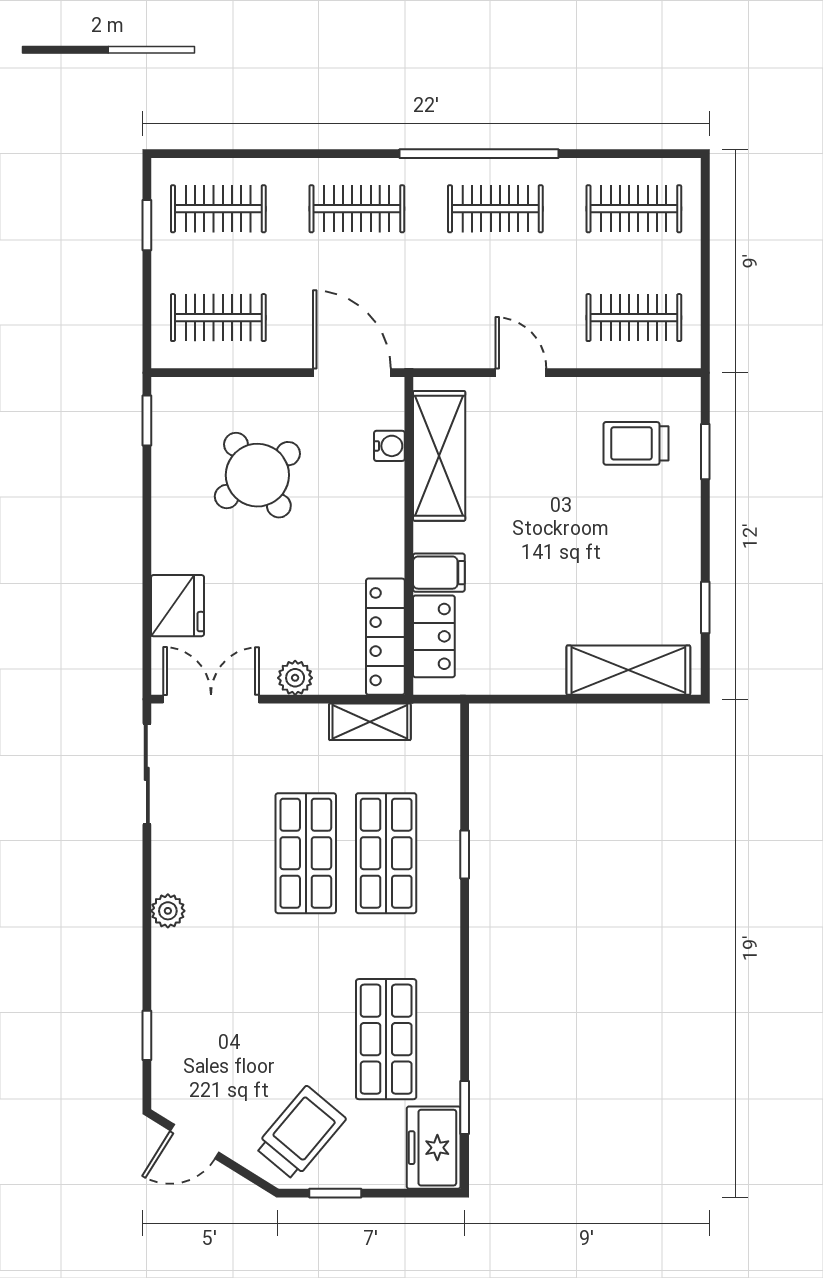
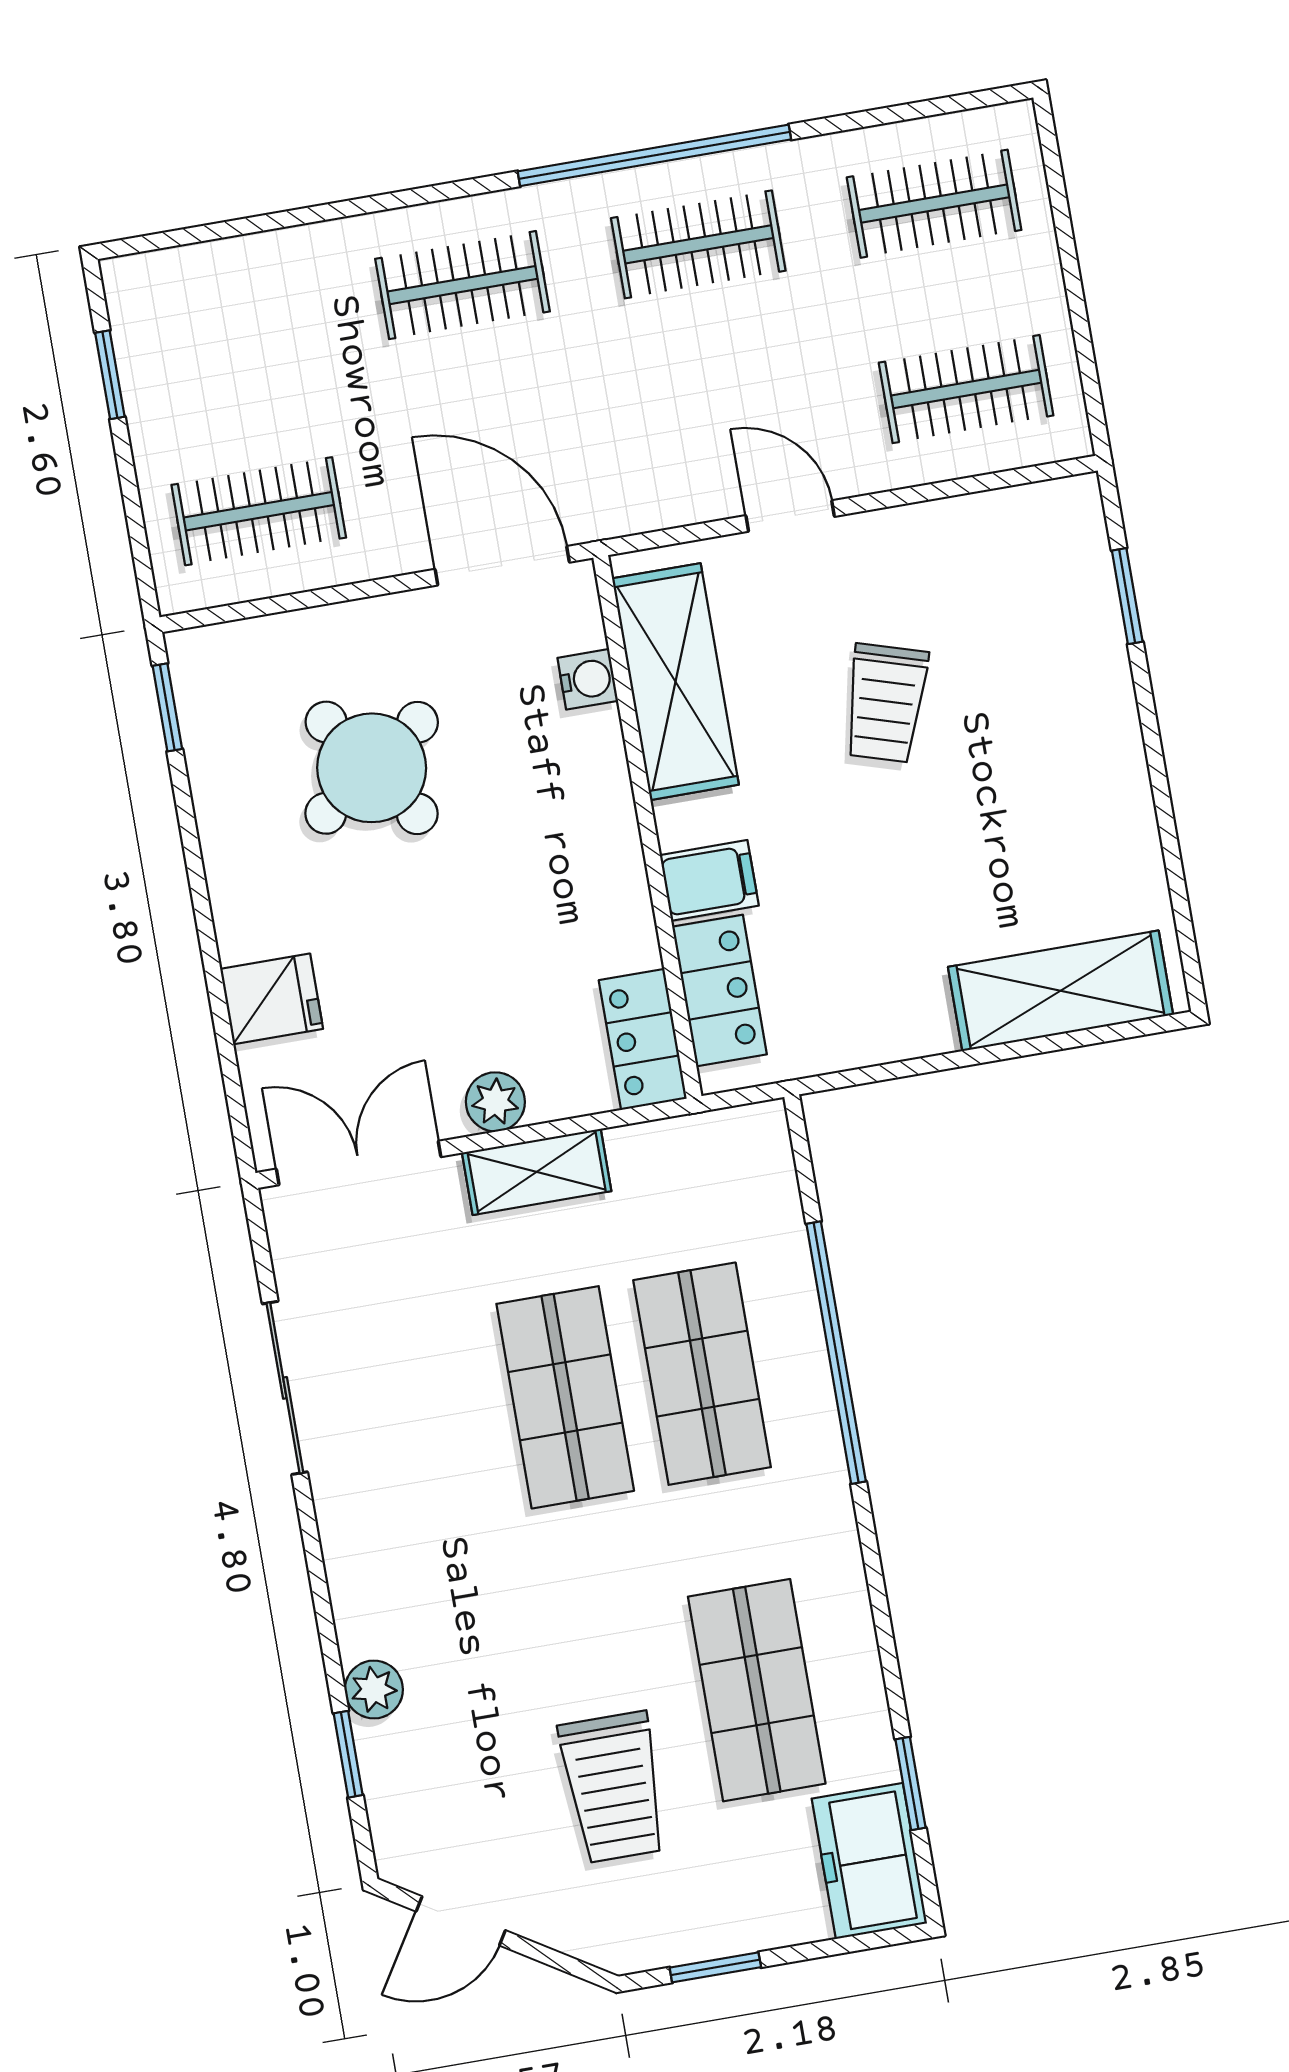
clothes rail: (218, 209) -> (227, 326), removed
trolley: (636, 443) -> (886, 703), moved, turned -73
fridge: (178, 606) -> (272, 999), width x0.72
window: (705, 608) -> (1173, 862), removed
locker: (385, 637) -> (643, 1039), width x0.66
shelving: (370, 722) -> (537, 1172), moved
sliding door: (147, 774) -> (285, 1388), moved
window: (465, 854) -> (836, 1353), width x3.17
plant: (168, 911) -> (374, 1689), moved
trolley: (300, 1133) -> (613, 1787), moved, turned 140

